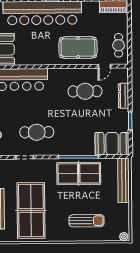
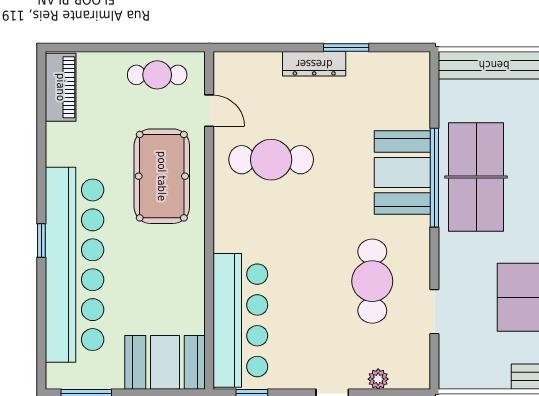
cafe table: (85, 91) -> (271, 160), turned 90
dresser: (123, 96) -> (314, 64), moved
booth: (112, 144) -> (402, 172), moved

